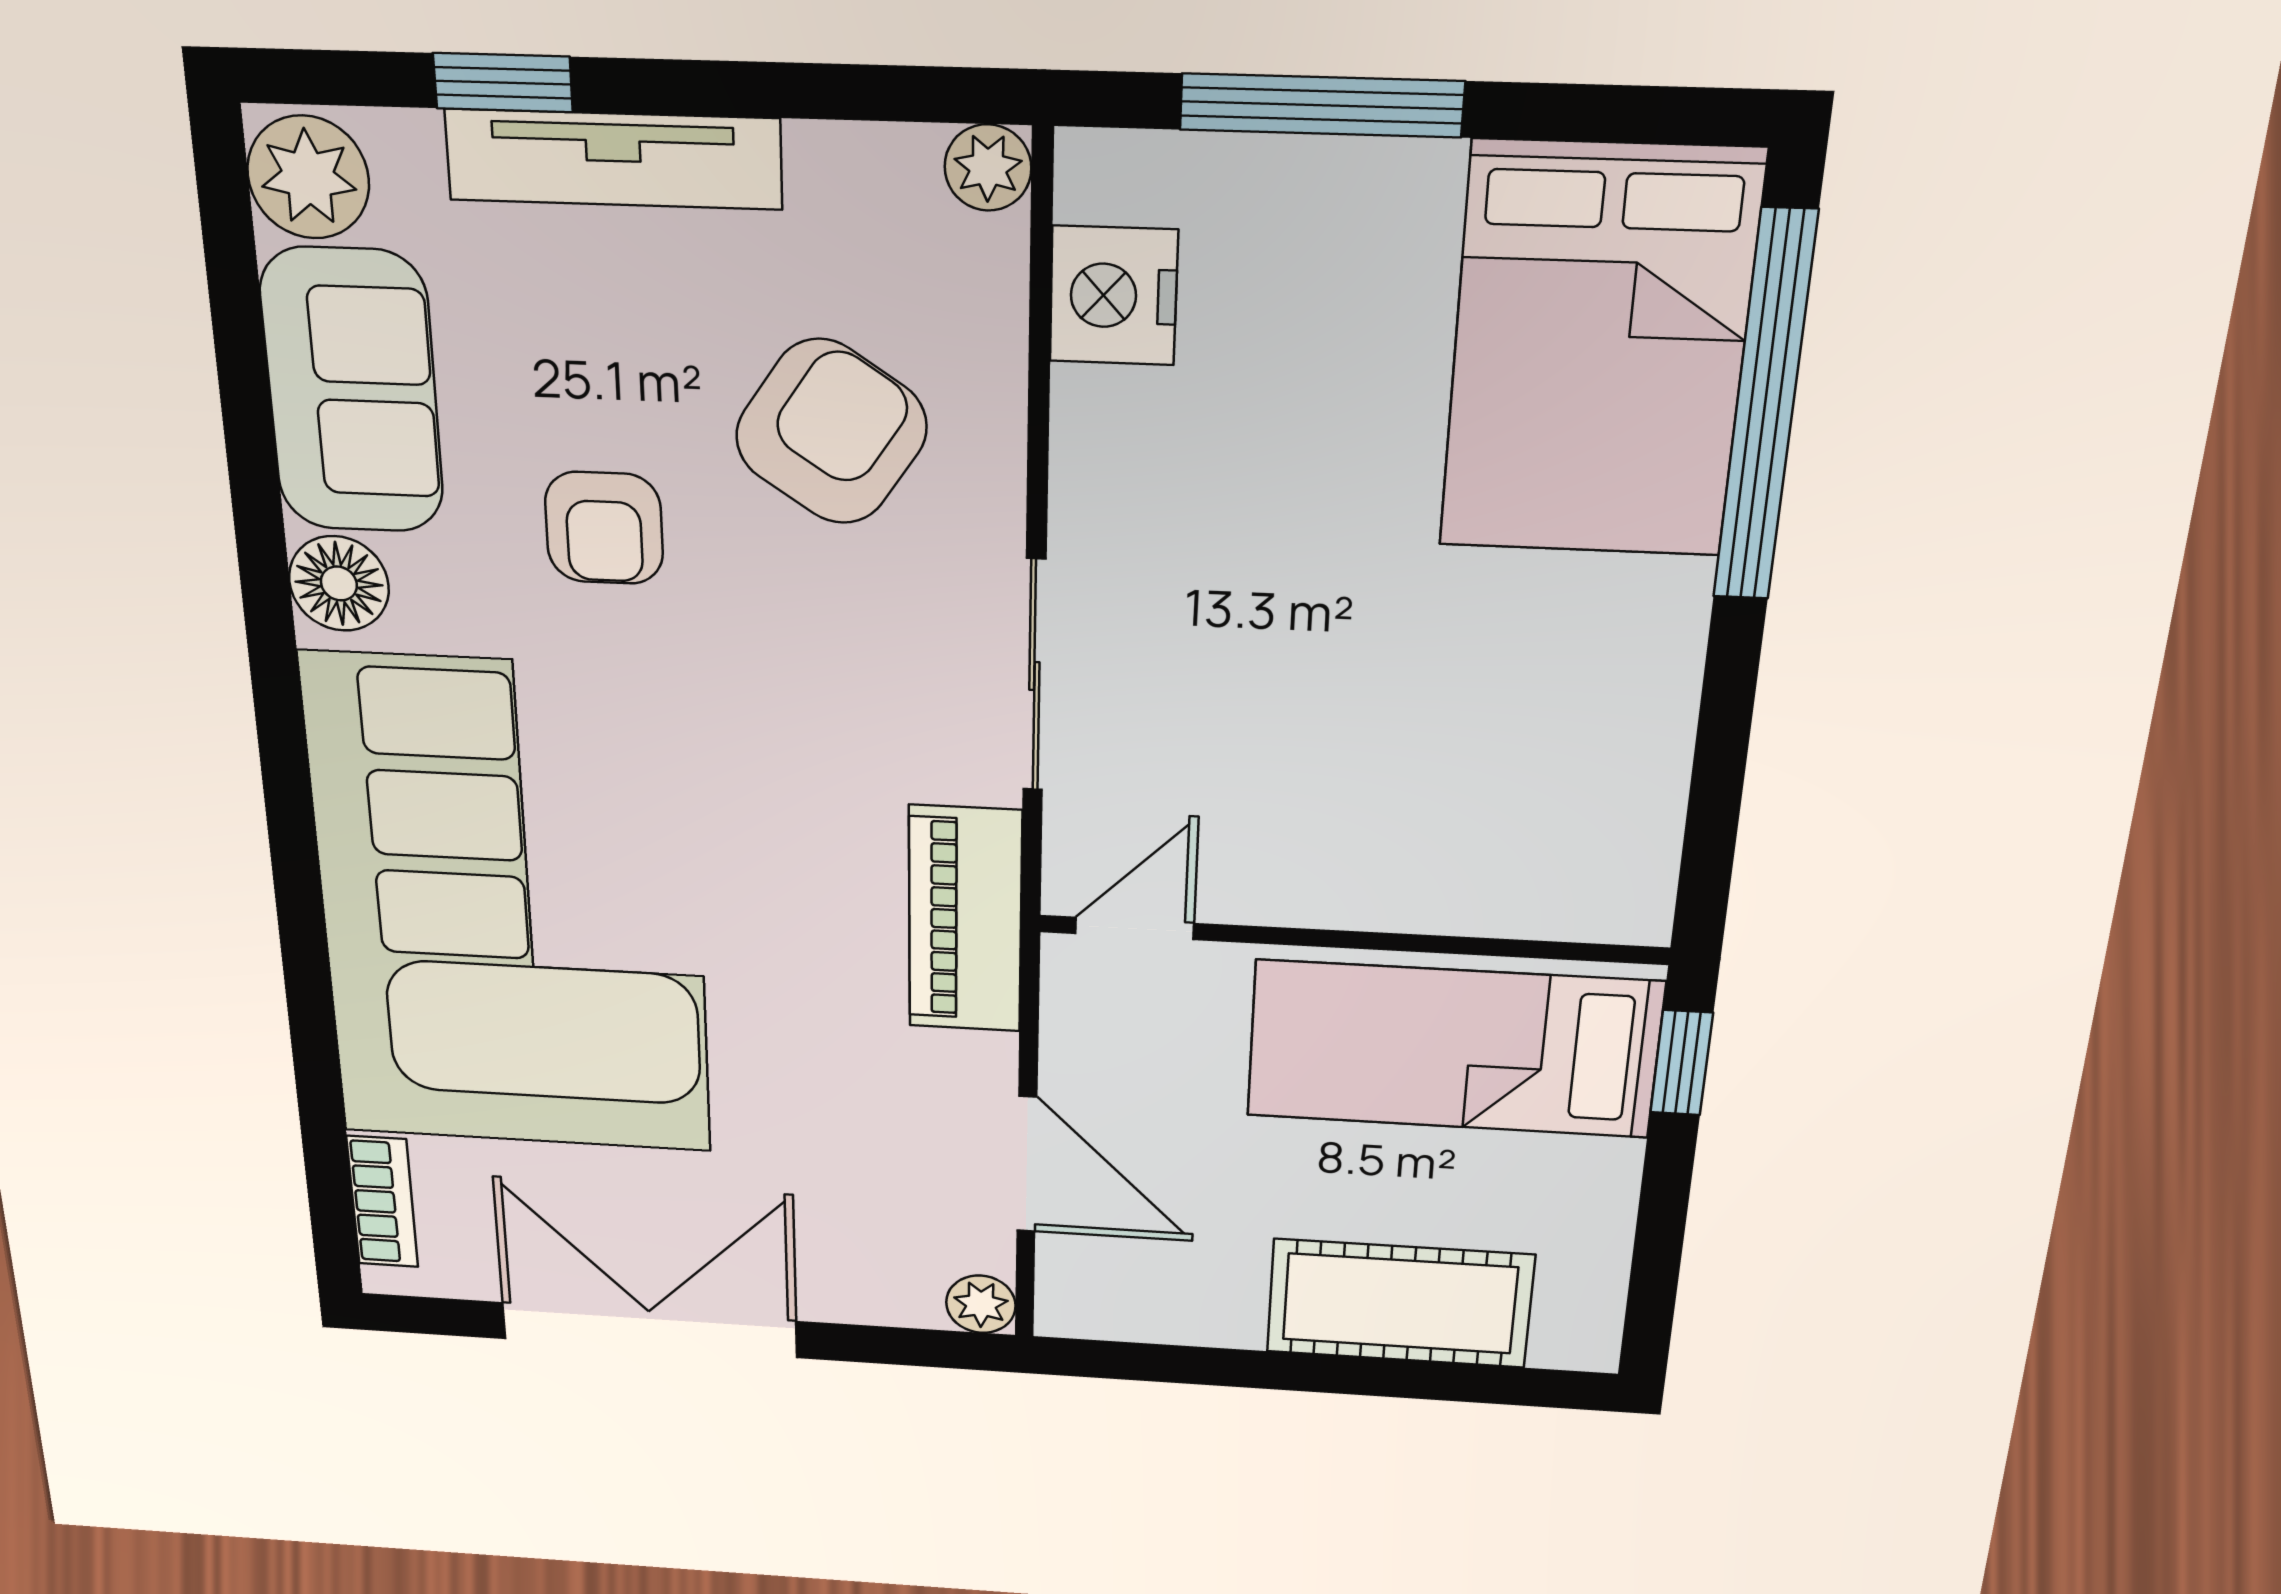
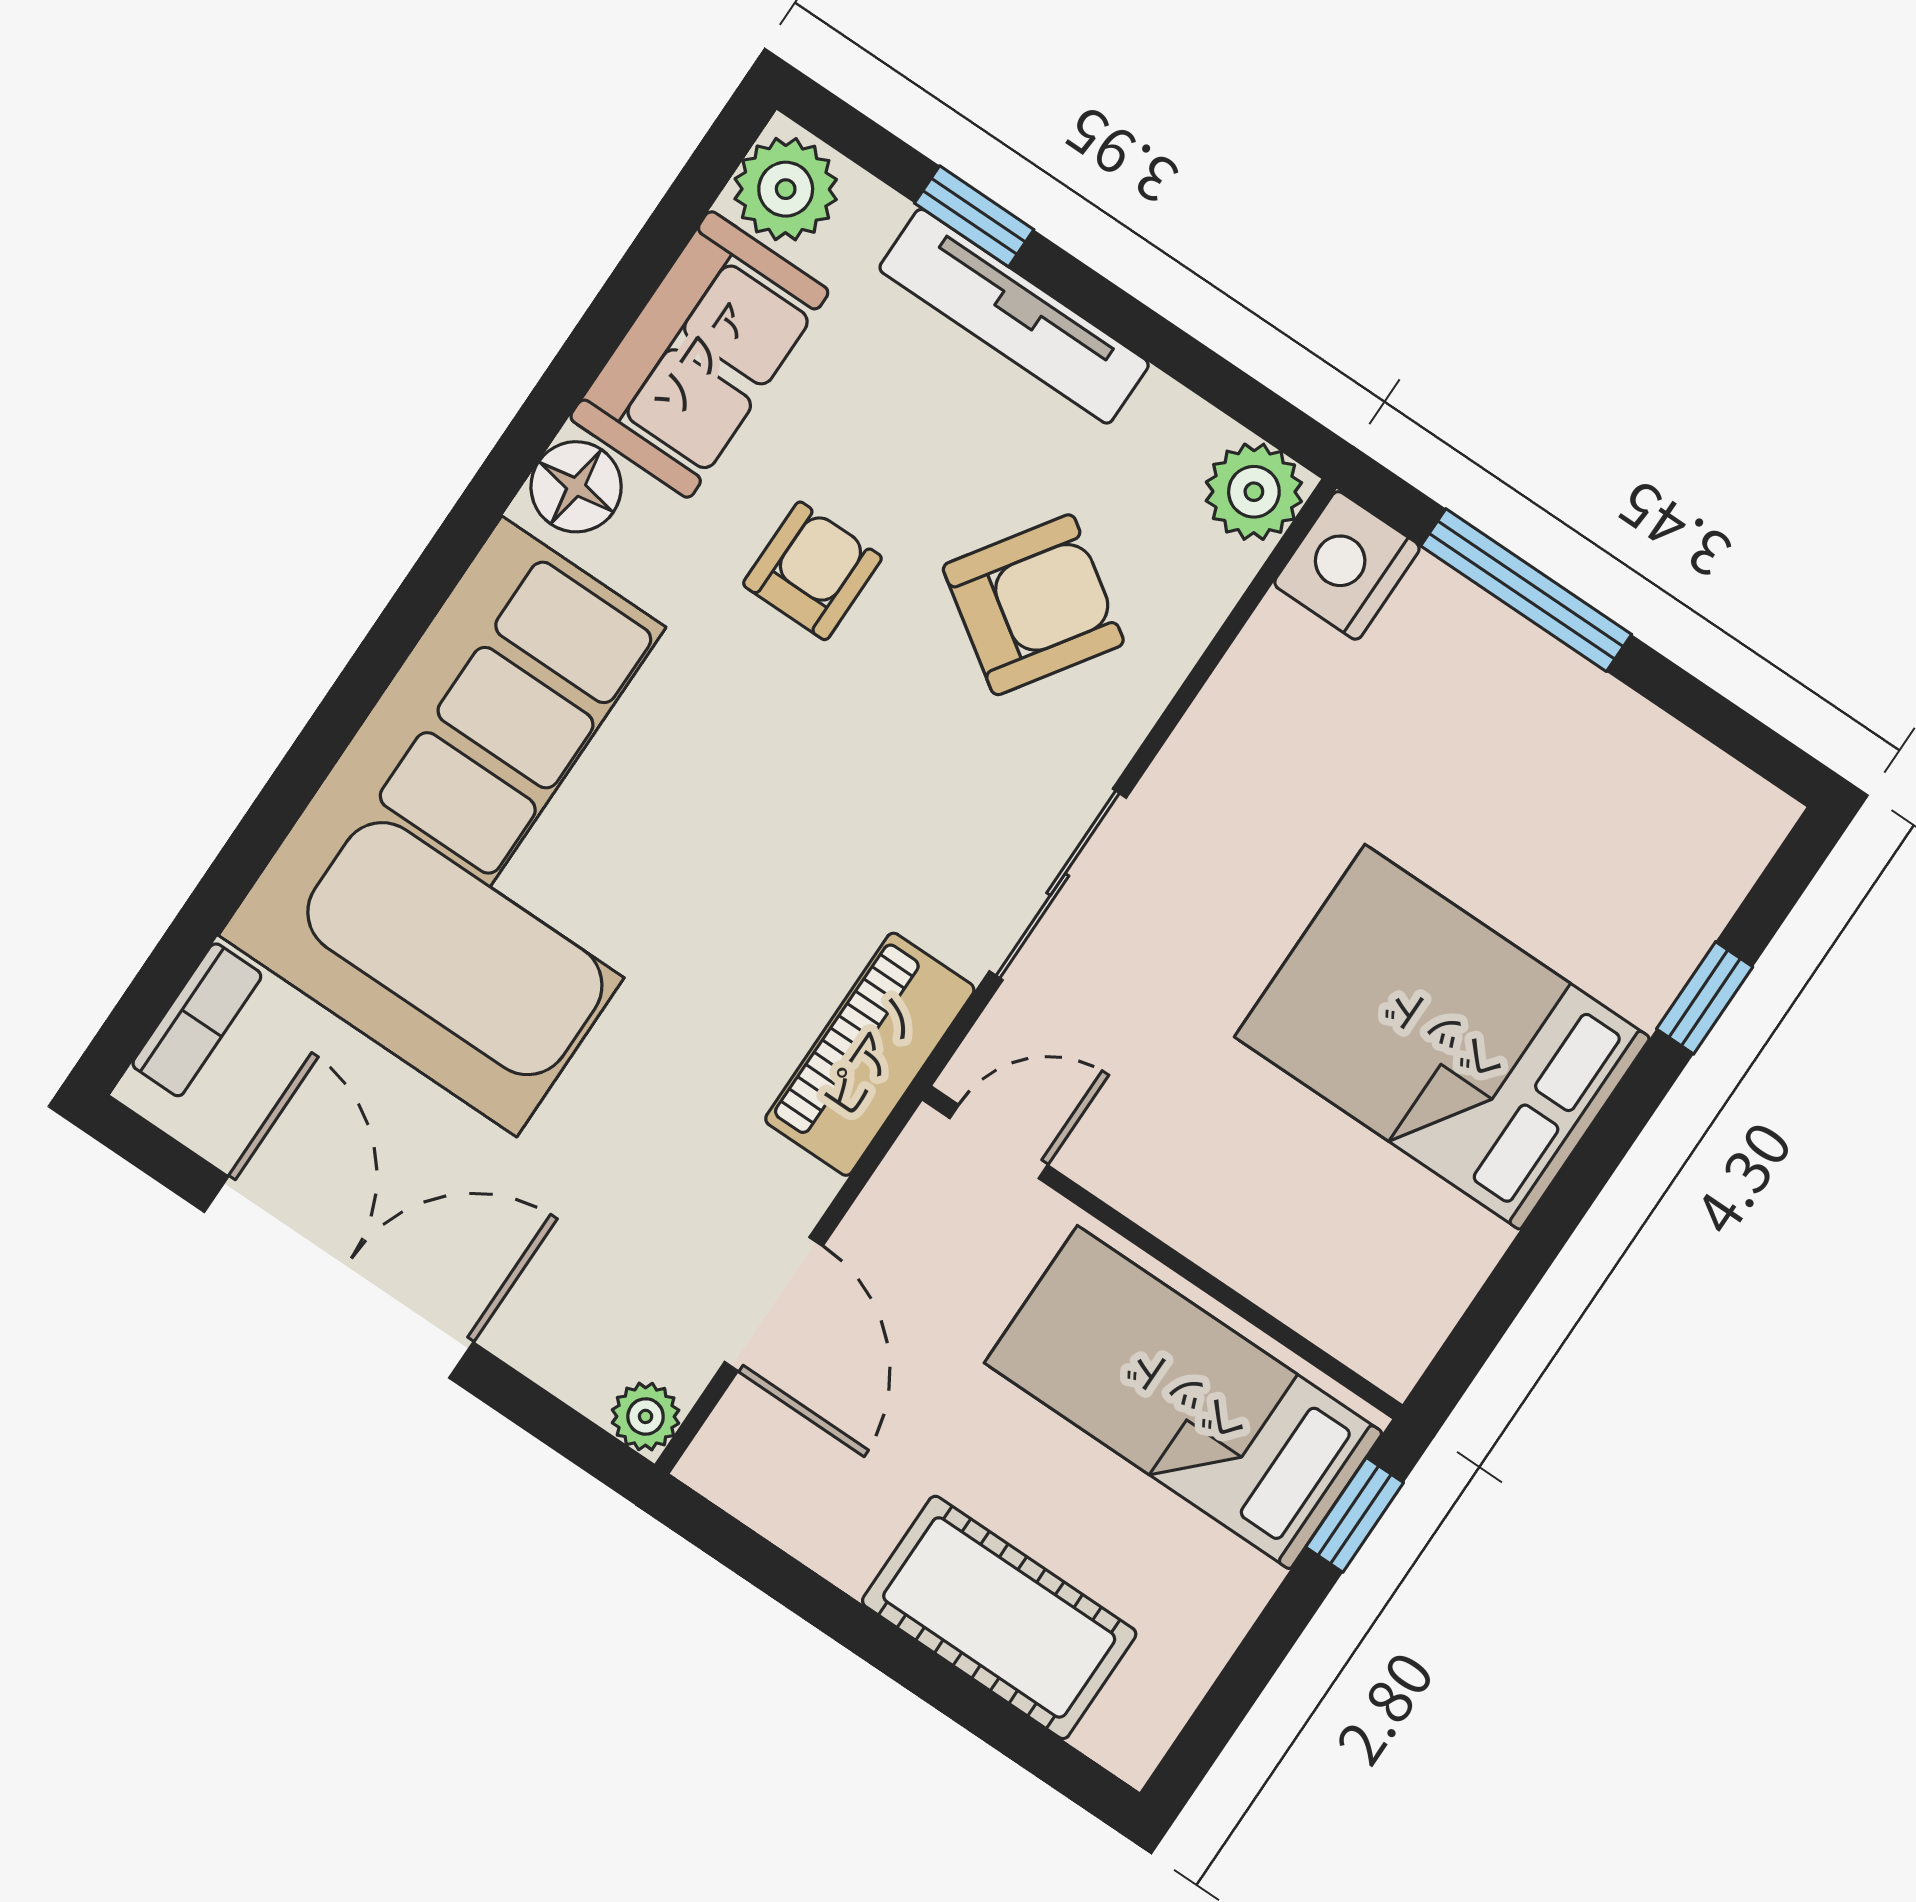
plant: (988, 168) -> (1254, 492), width x1.38, depth x1.38
nightstand: (1113, 296) -> (1347, 565), moved
bed: (1599, 352) -> (1442, 1037), moved, turned 90
window: (1765, 408) -> (1705, 998), width x0.32
armchair: (604, 528) -> (812, 571), turned 180

